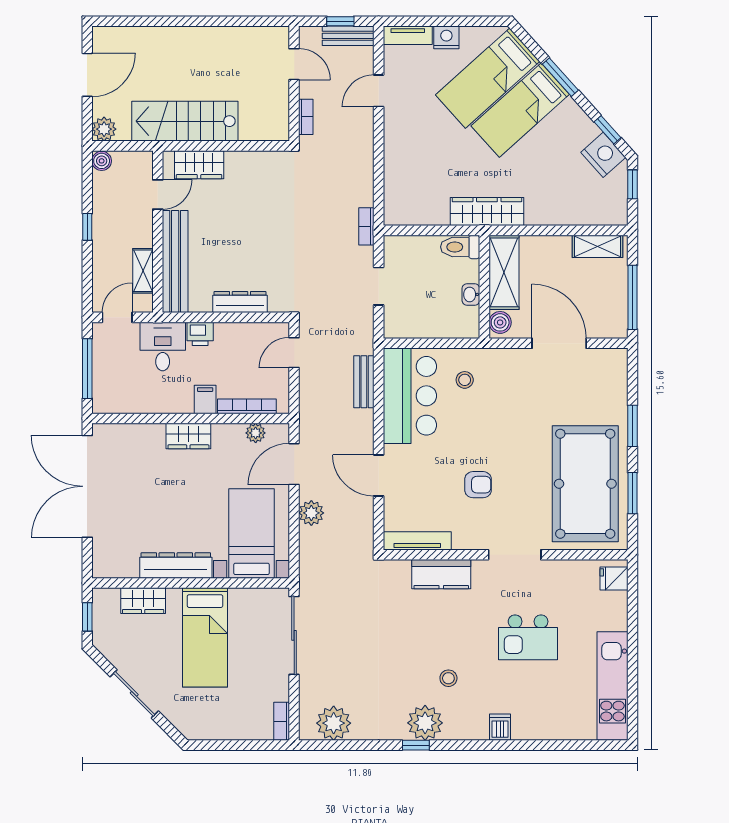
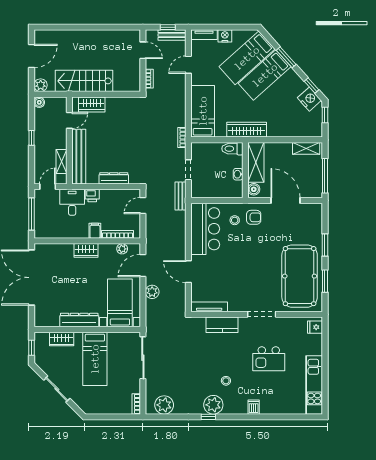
bed: (405, 177) -> (203, 111), added
bench: (364, 382) -> (180, 196), moved
armchair: (478, 485) -> (254, 217), moved

